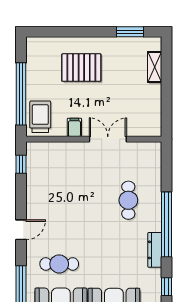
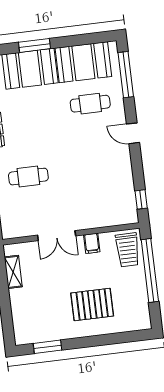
shelving: (155, 67) -> (13, 272), moved
cafe table: (128, 200) -> (28, 177), turned 90
door: (21, 230) -> (133, 133), hinge flipped

